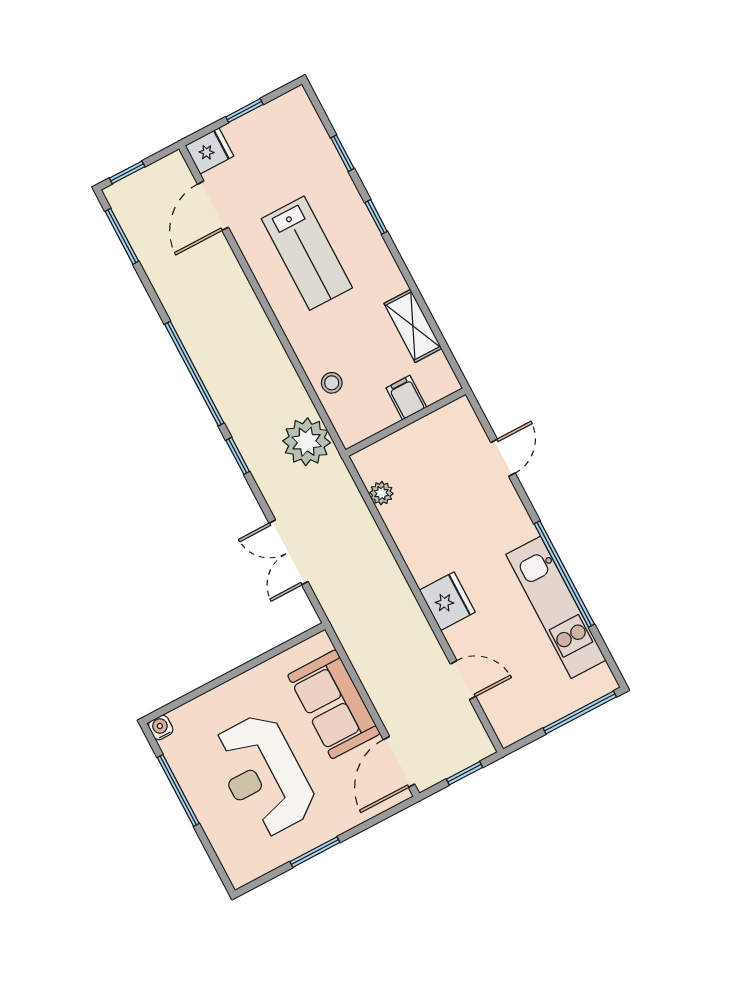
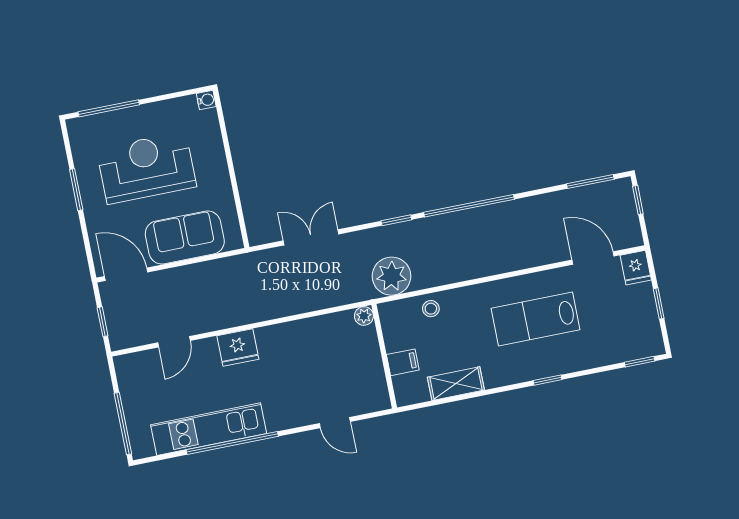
window: (342, 153) -> (640, 362), moved
plant: (381, 493) -> (364, 316), moved
window: (178, 790) -> (109, 108), moved

